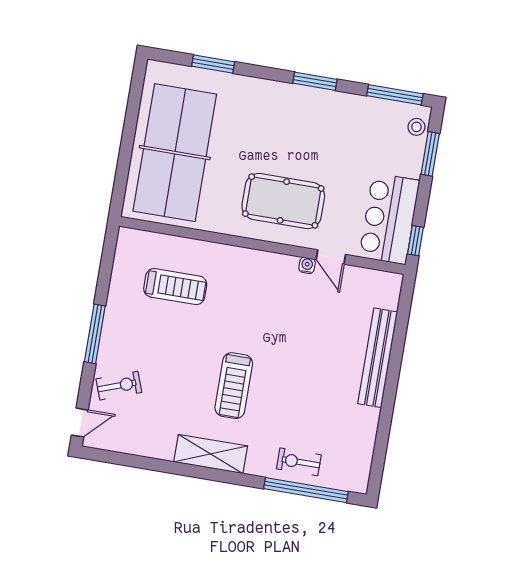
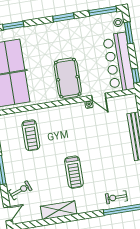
pool table: (283, 201) -> (68, 78), turned 90
bar counter: (389, 219) -> (119, 62), width x1.36
treadmill: (175, 287) -> (31, 135), turned 90
shelving: (211, 454) -> (59, 210), moved

